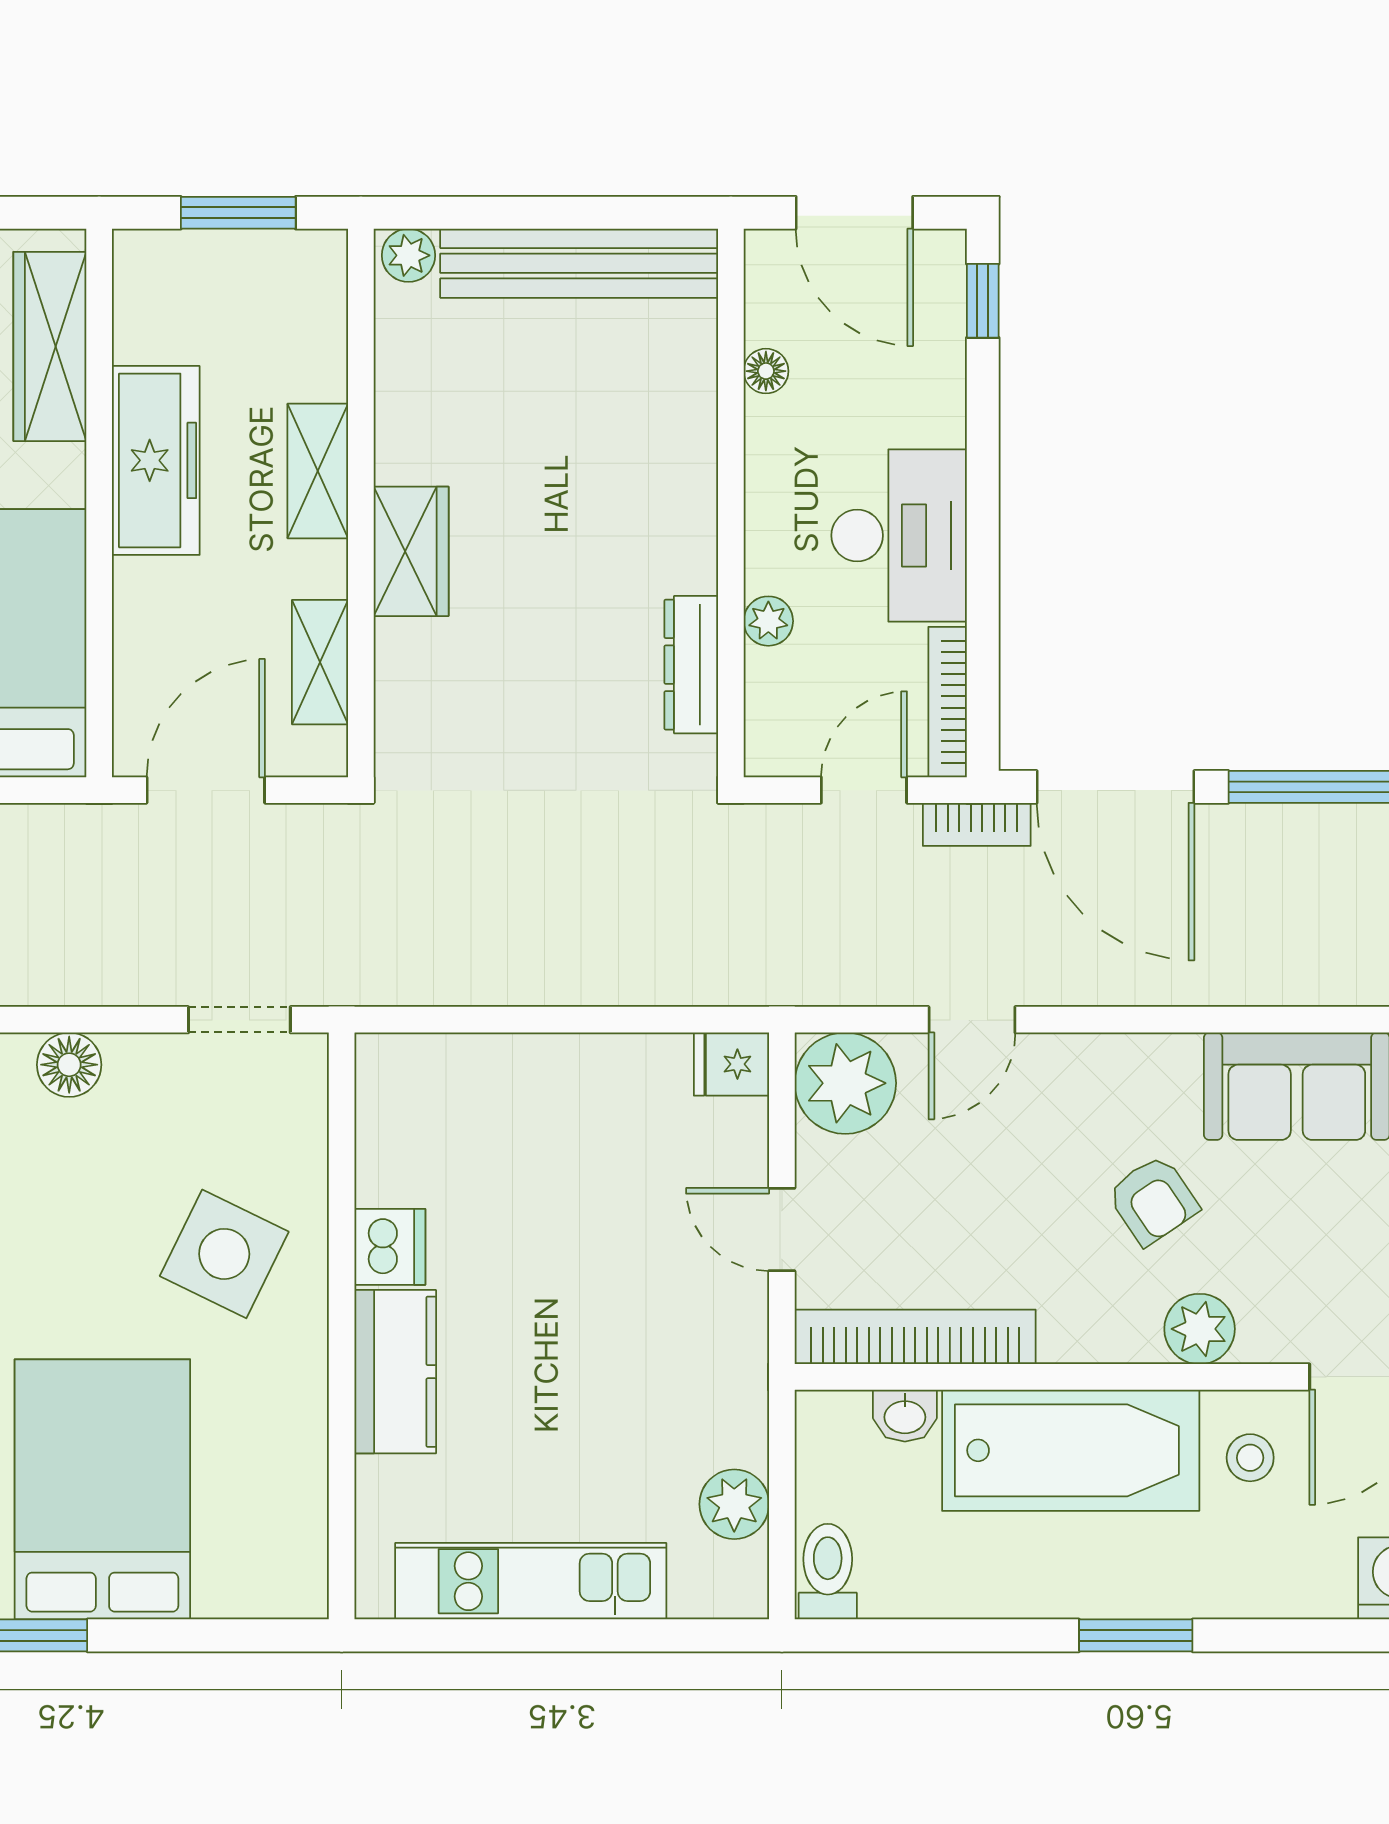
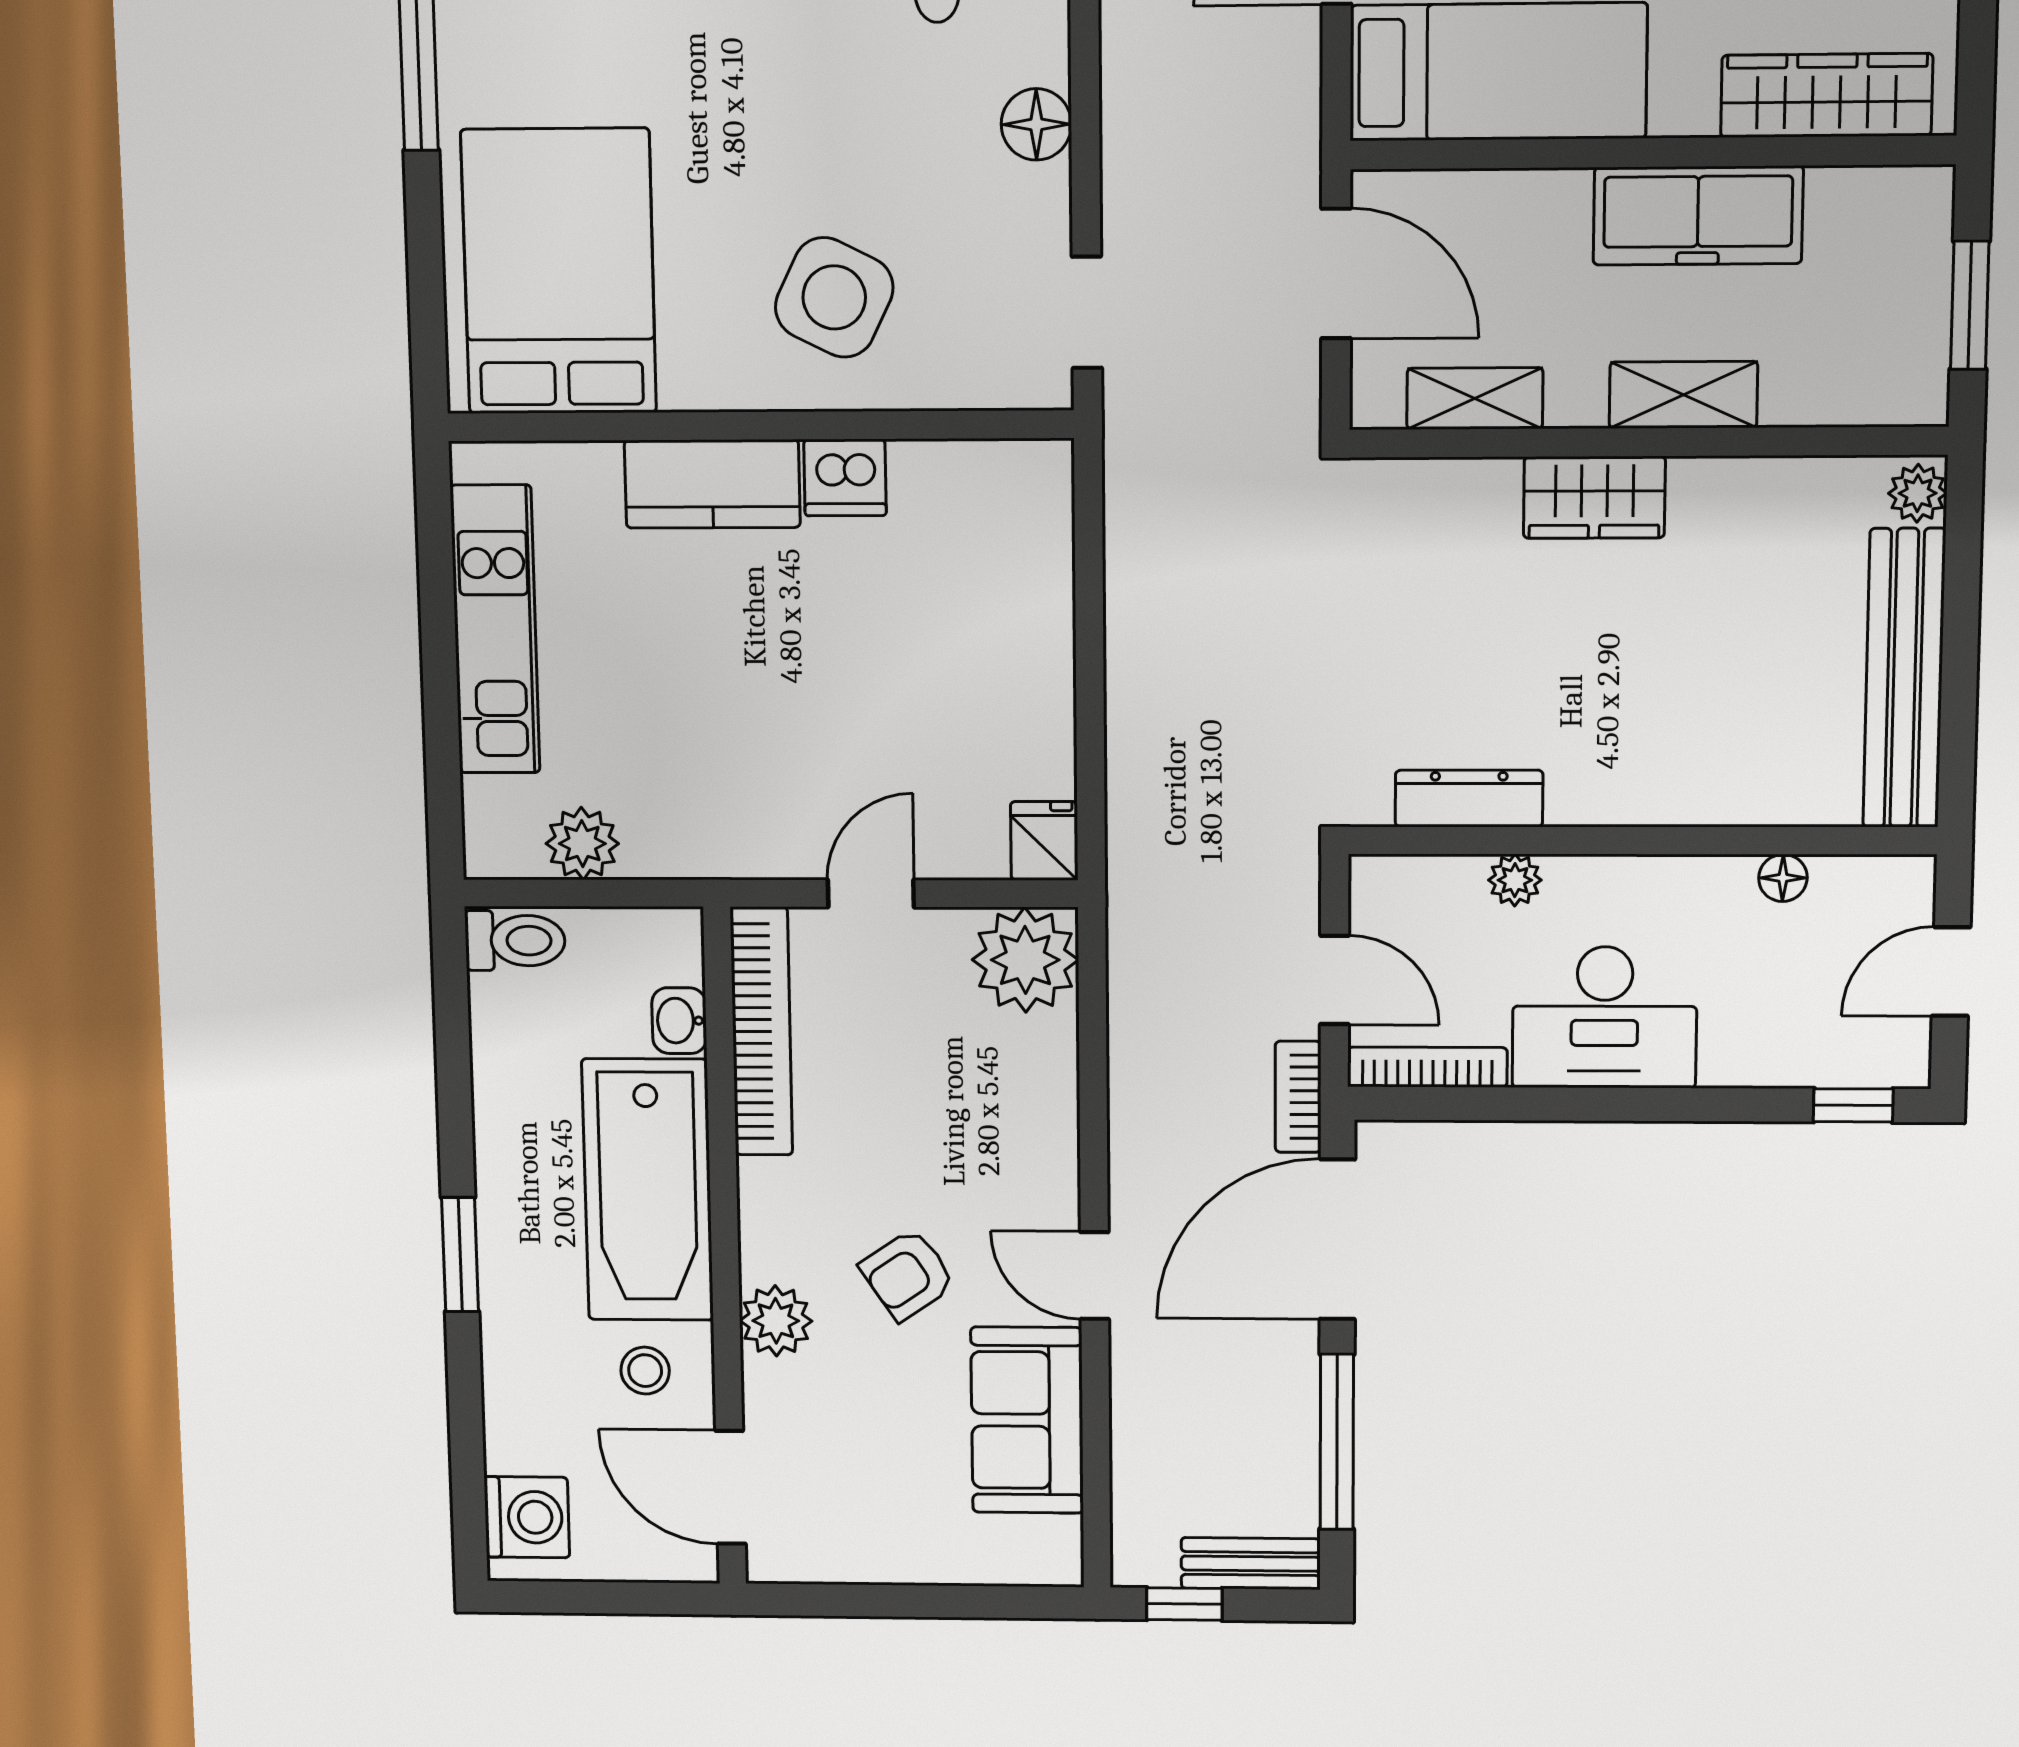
door: (854, 213) -> (1951, 972), width x0.73
door: (972, 1020) -> (1095, 1276), moved
bed: (102, 1489) -> (559, 271), moved, turned -90

